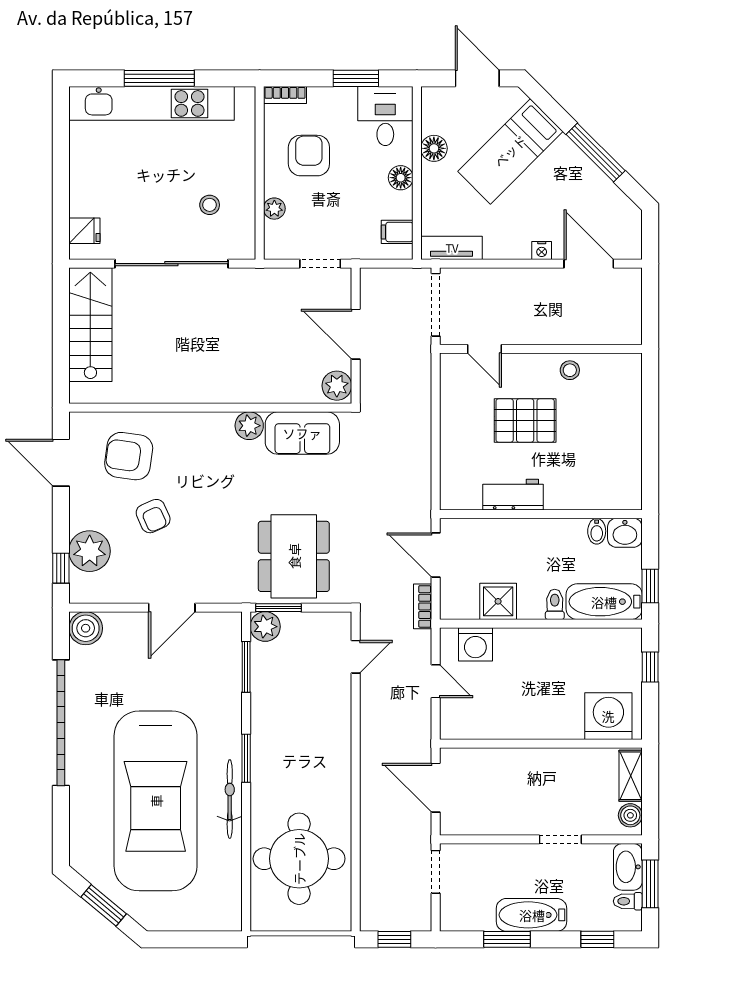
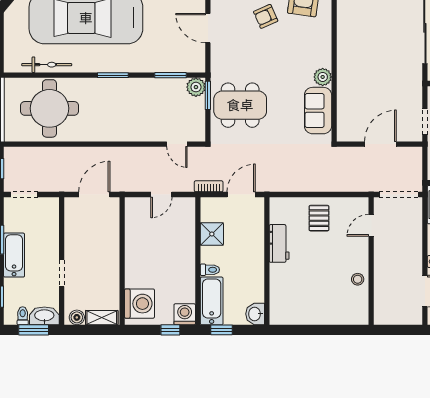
plant: (337, 386) -> (348, 132), removed
pallet: (525, 421) -> (319, 218), moved, width x0.67, depth x0.71
bidet: (597, 531) -> (256, 296), removed
washing machine: (475, 644) -> (185, 314), moved, turned 90
bicycle: (230, 799) -> (47, 65), moved
doorway: (436, 872) -> (24, 195), moved

